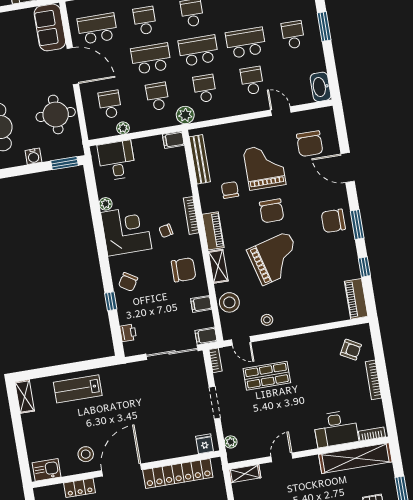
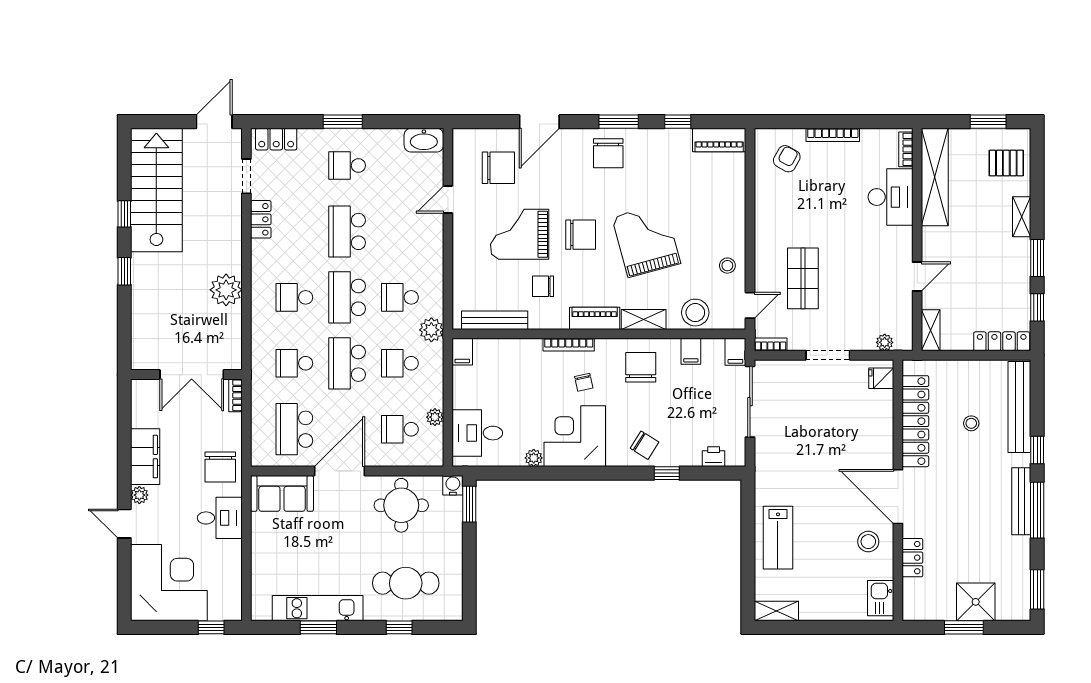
school desk: (252, 81) -> (400, 231), removed
water cooler: (33, 156) -> (453, 485), moved, turned -90
door: (282, 457) -> (917, 276), swing flipped

